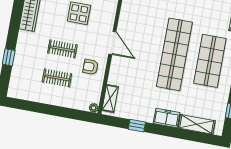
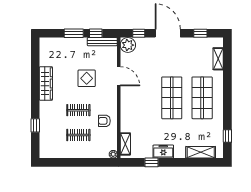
door: (112, 43) -> (119, 76), moved
shop shelf: (174, 54) -> (172, 98), width x0.71
freezer: (167, 118) -> (163, 152), moved

